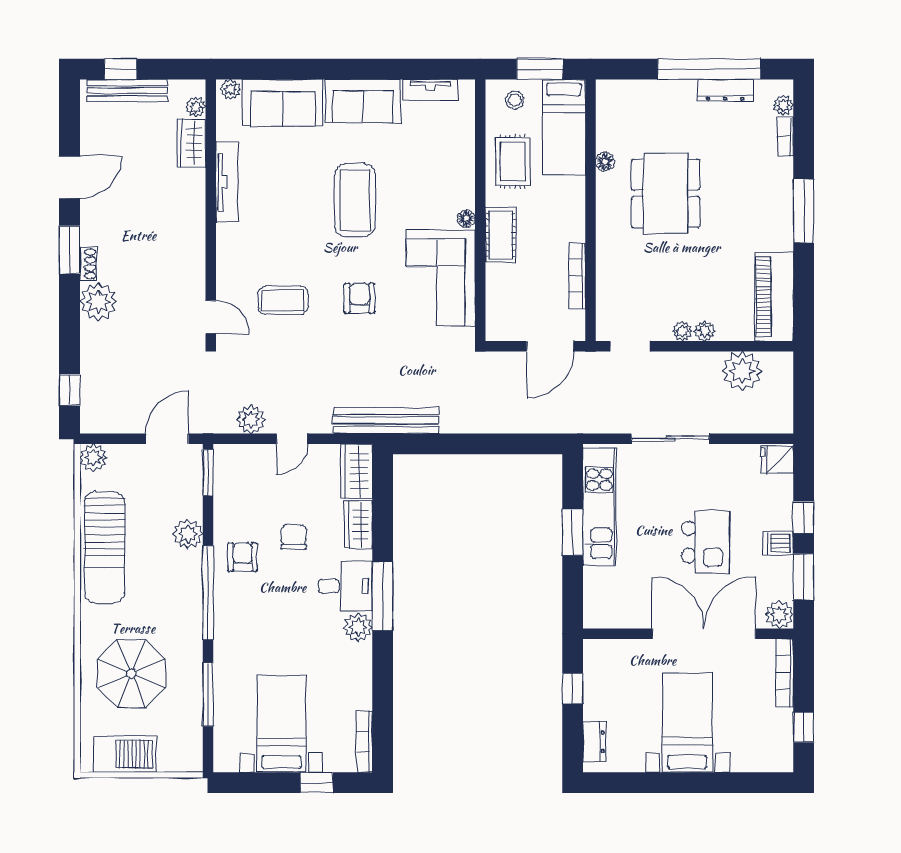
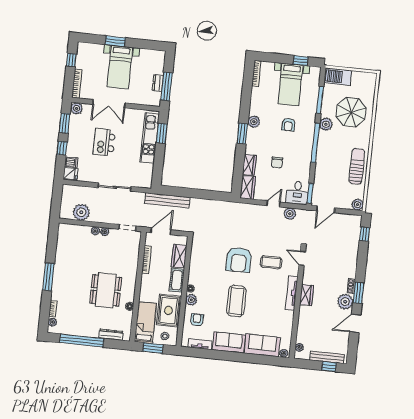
dresser: (725, 90) -> (111, 335), moved
wardrobe: (192, 143) -> (306, 295), moved
armchair: (443, 146) -> (197, 320), added
rug: (513, 161) -> (168, 310), width x1.36, depth x1.43
tv unit: (227, 182) -> (292, 293), moved
plant: (462, 192) -> (191, 300), added
corner sofa: (441, 278) -> (204, 265), removed
wardrobe: (501, 292) -> (179, 256), added
piano: (774, 297) -> (65, 242), removed
armchair: (359, 298) -> (239, 260), width x1.88, depth x1.88
plant: (98, 302) -> (345, 302), moved
bench: (386, 420) -> (167, 200), moved
kitchen unit: (599, 507) -> (150, 138), moved
window: (573, 532) -> (162, 133), moved
plant: (188, 534) -> (326, 124), moved
dishwasher: (778, 543) -> (71, 162), moved
sun lounger: (105, 548) -> (357, 166), width x0.73, depth x0.75
armchair: (242, 557) -> (288, 125), moved
desk: (345, 586) -> (297, 193), moved, turned -90
window: (383, 596) -> (242, 134), width x0.69
double door: (704, 634) -> (109, 104), width x0.73
window: (573, 688) -> (167, 86), width x2.17
dresser: (594, 742) -> (158, 83), moved
barbecue: (125, 754) -> (338, 77), moved
window: (317, 783) -> (301, 61), moved
window: (704, 783) -> (115, 41), added

